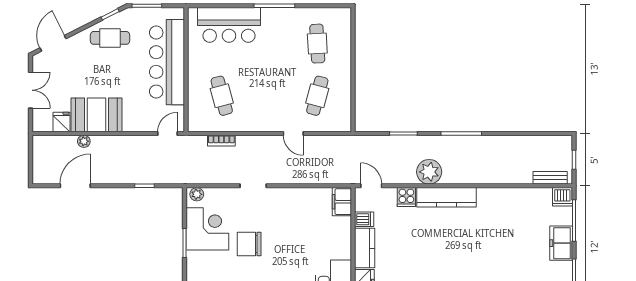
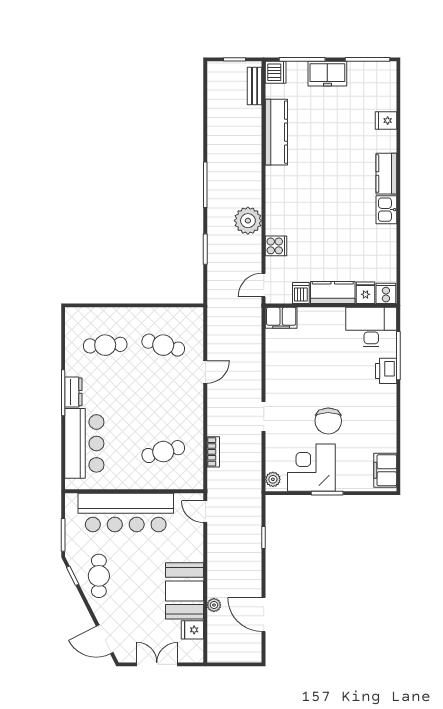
dresser: (275, 15) -> (73, 392), added
kitchen counter: (446, 197) -> (276, 132), moved

